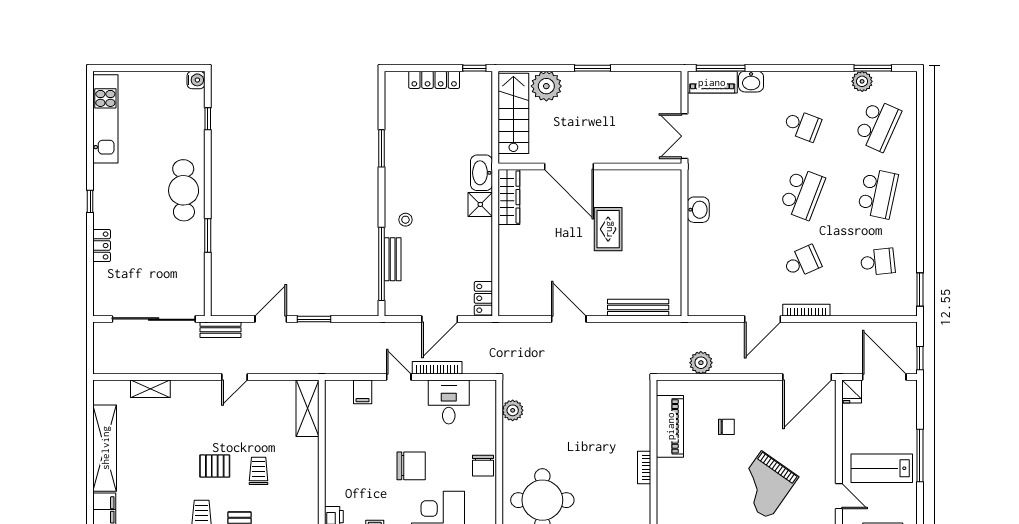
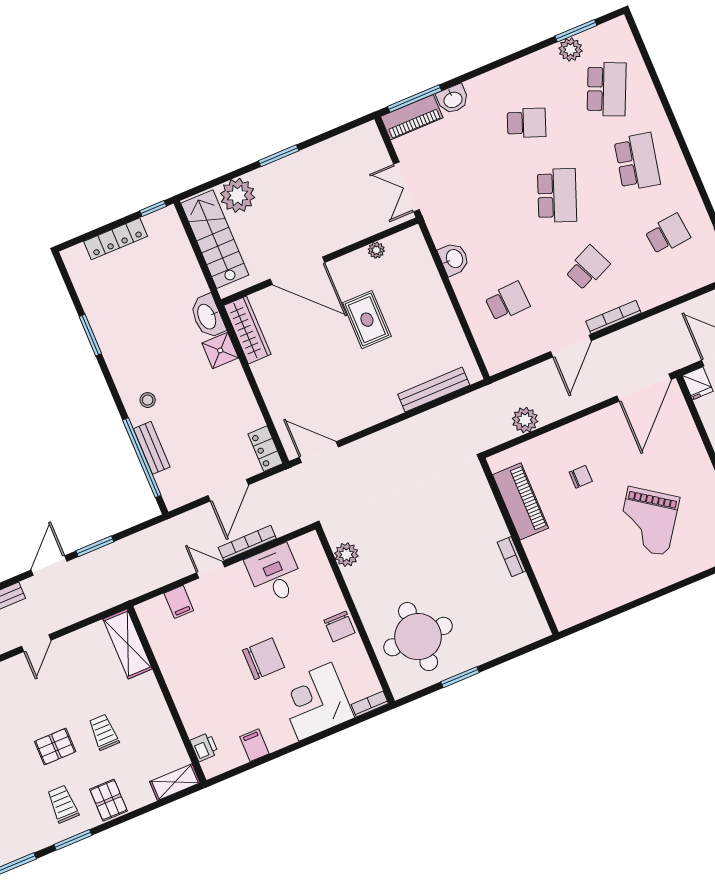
plant: (639, 177) -> (376, 250), added
school desk: (727, 262) -> (507, 301), added
door: (569, 319) -> (319, 452), moved

